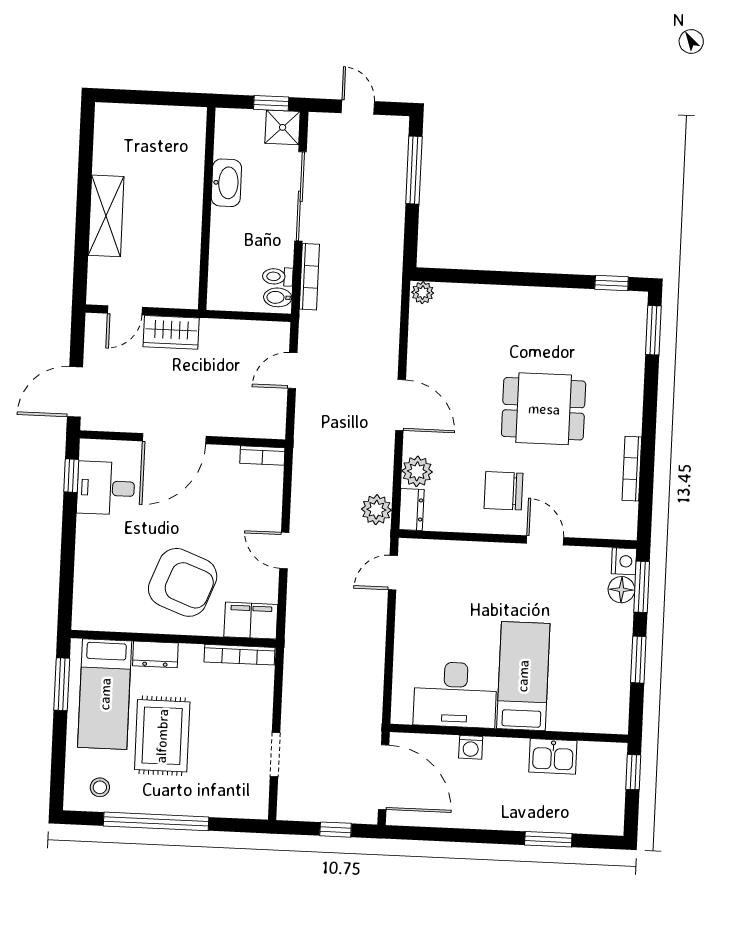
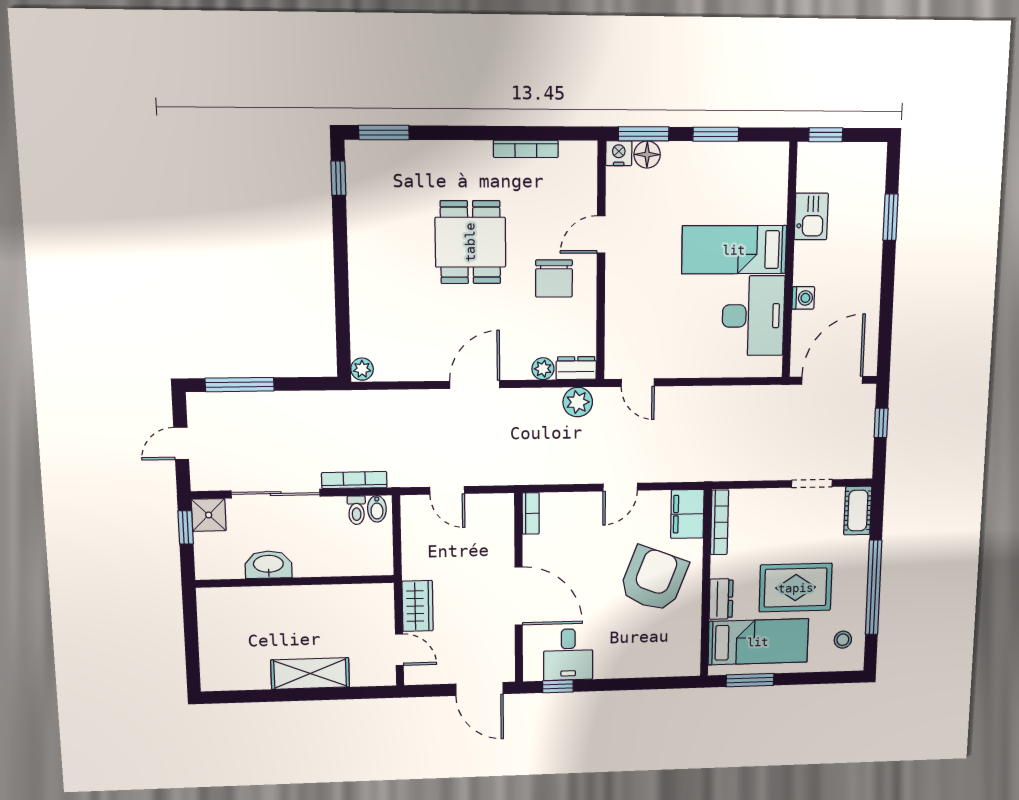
plant: (417, 471) -> (543, 369), width x0.73, depth x0.73
cot: (242, 804) -> (858, 511), added

